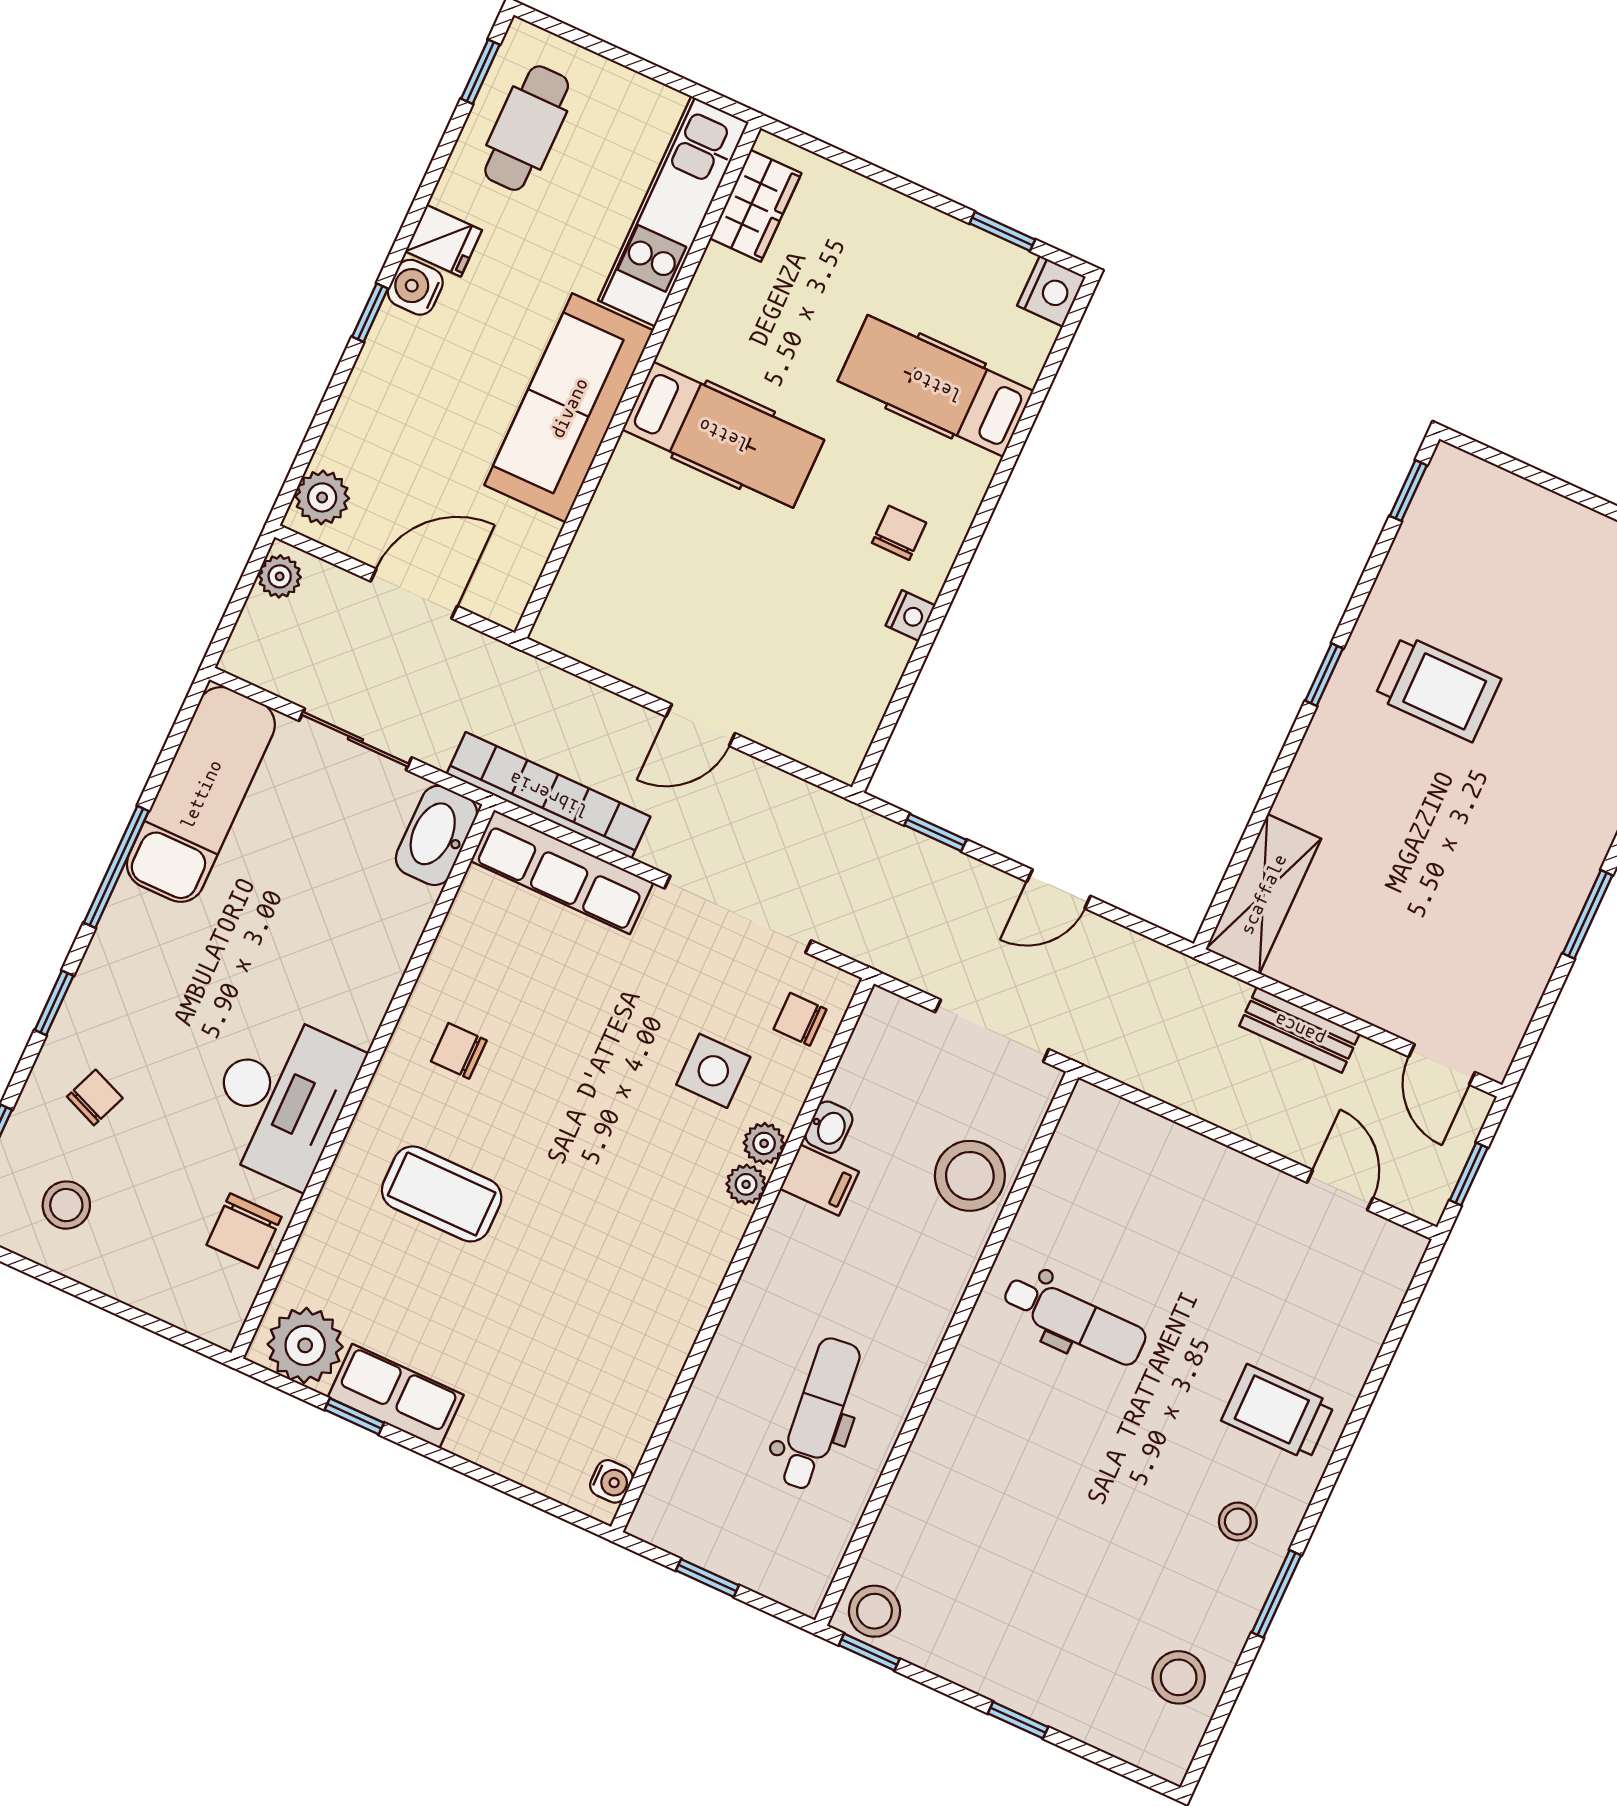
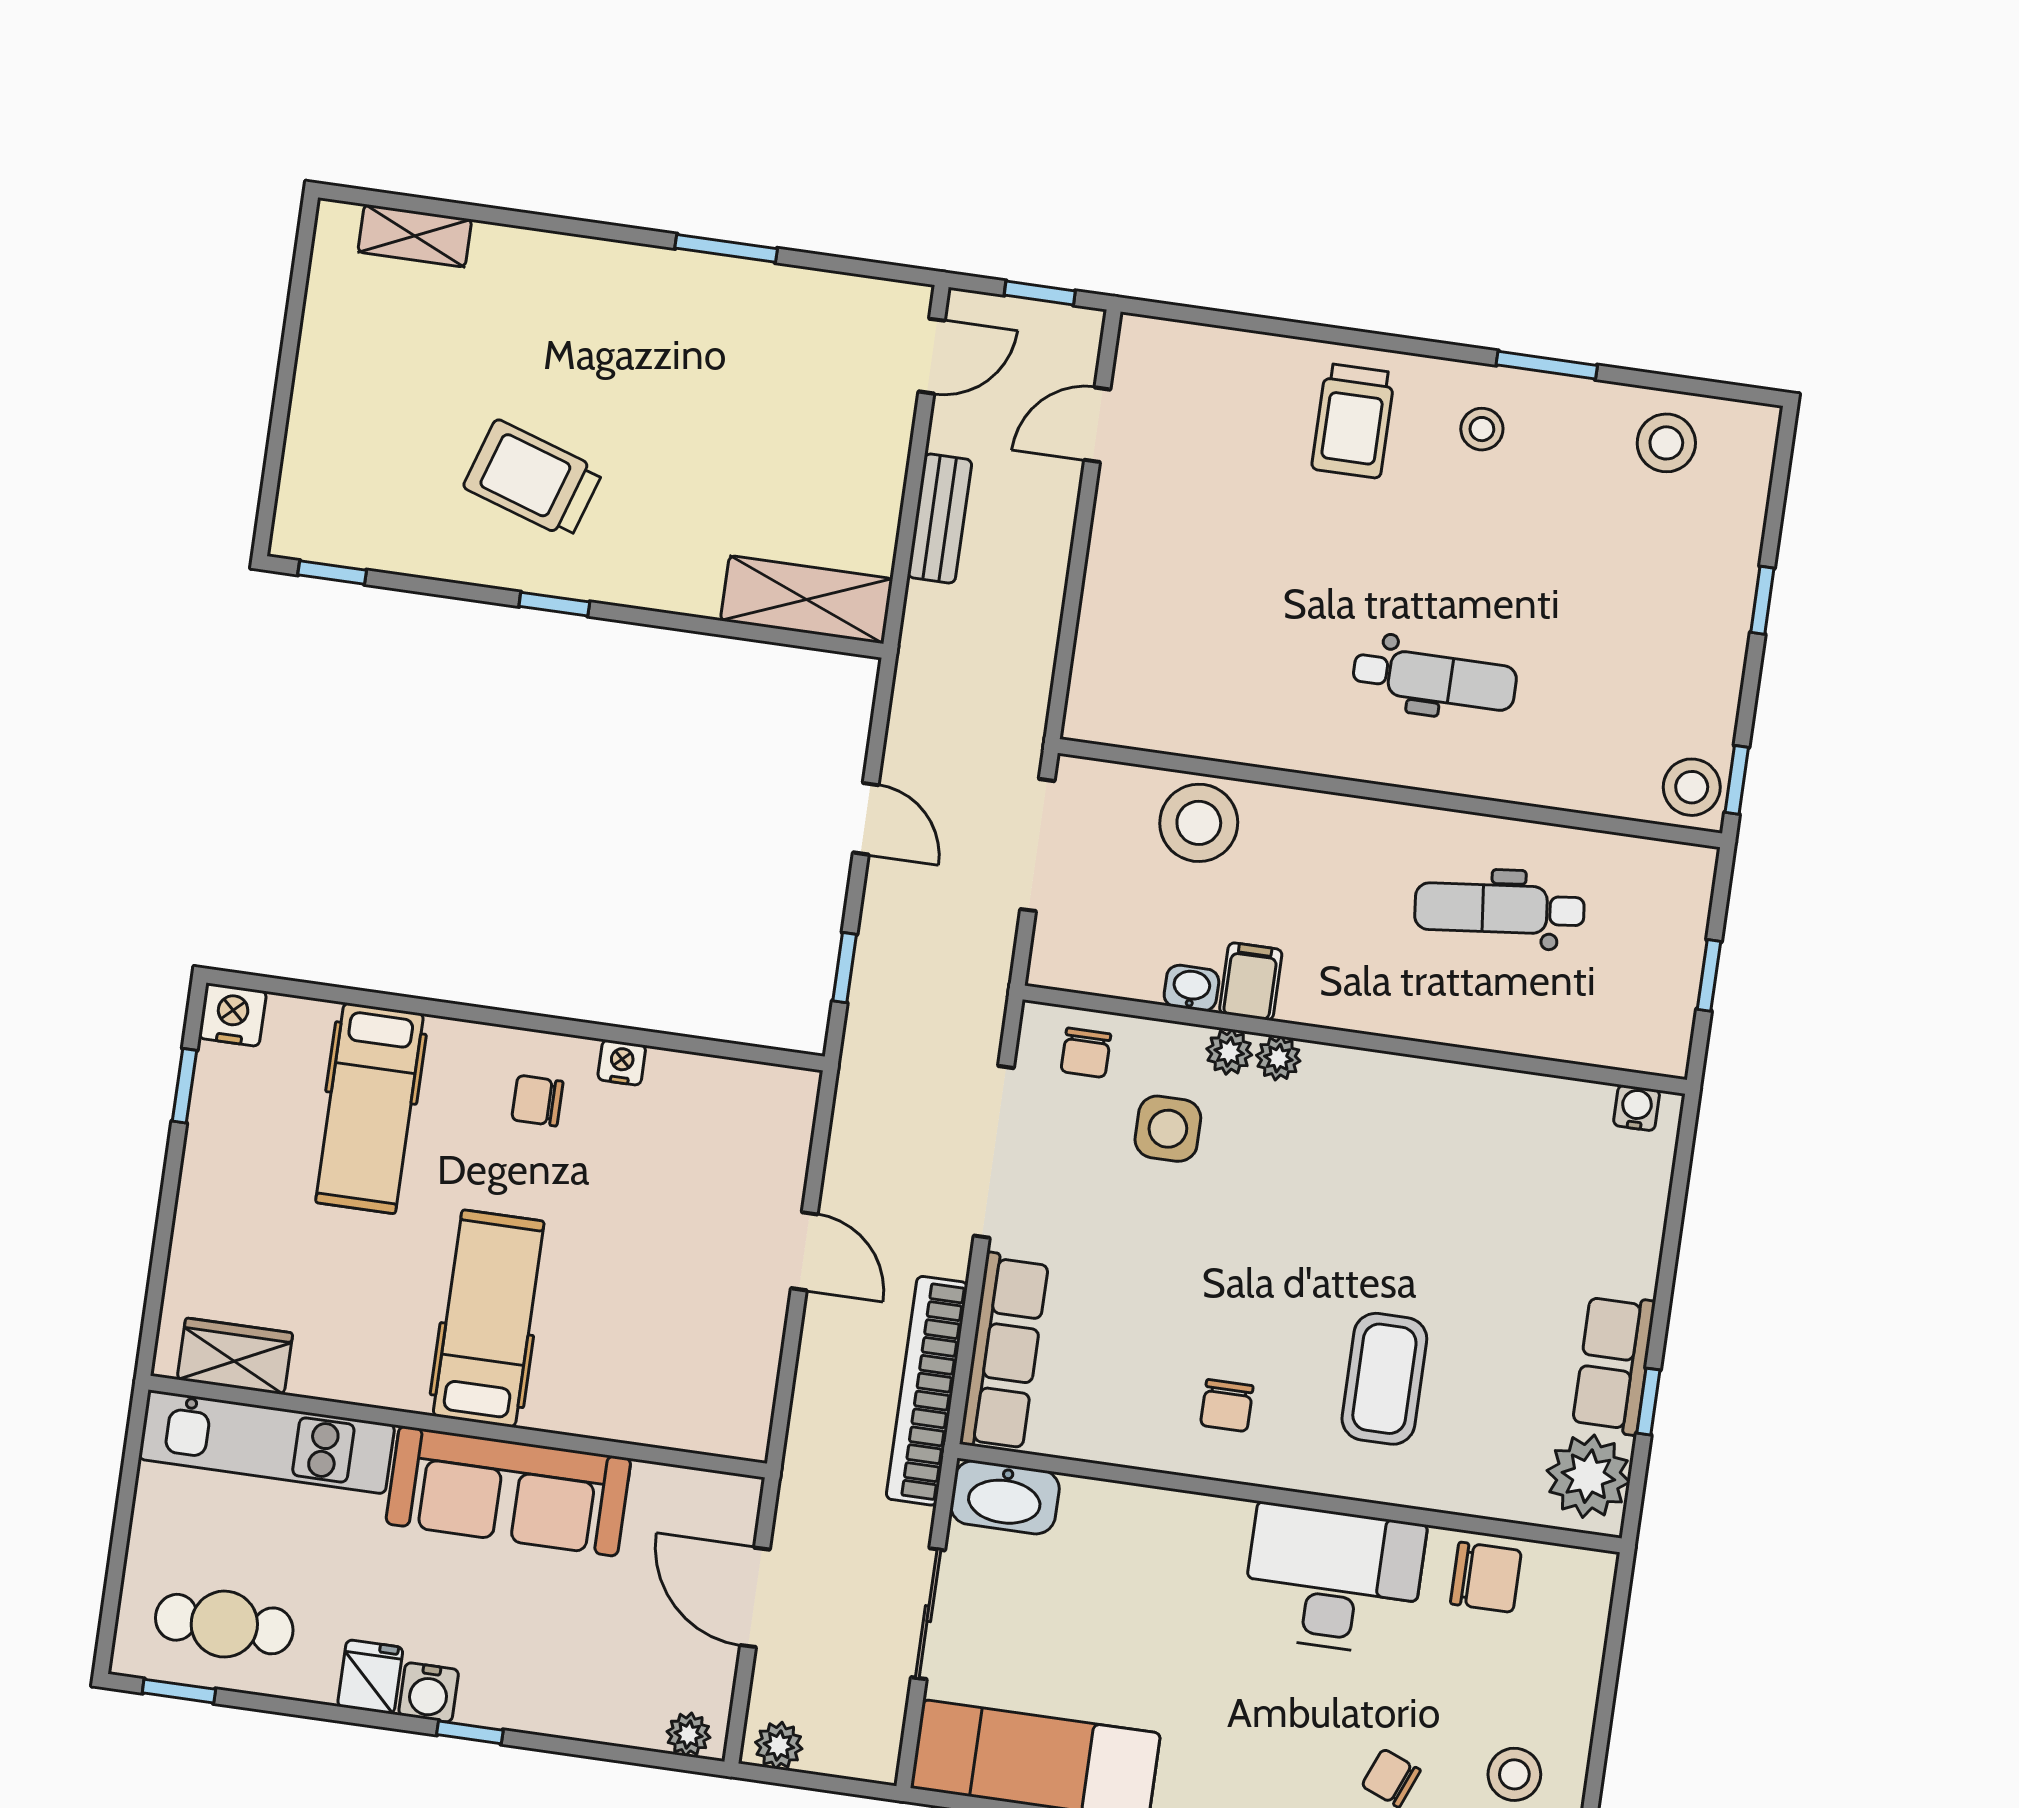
plant: (322, 497) -> (688, 1734), width x0.73, depth x0.73
trolley: (1438, 688) -> (533, 479), turned -72
dental chair: (1074, 1320) -> (1435, 678), moved, turned 90

